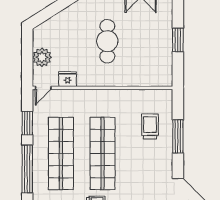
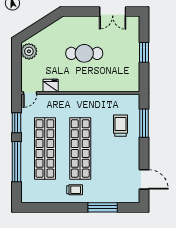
cafe table: (107, 41) -> (84, 53), turned 90
plant: (42, 57) -> (29, 51), moved
window: (178, 136) -> (144, 123), moved

